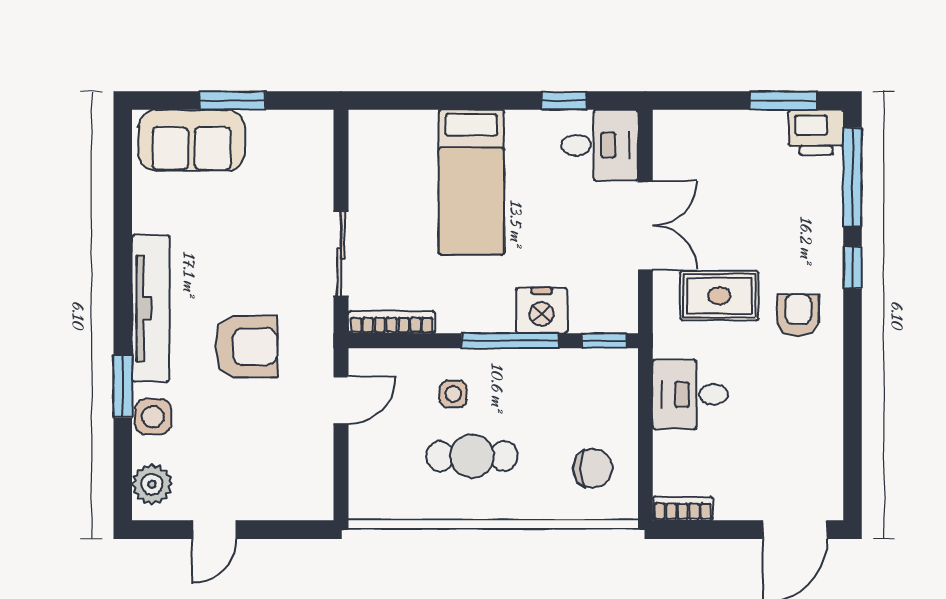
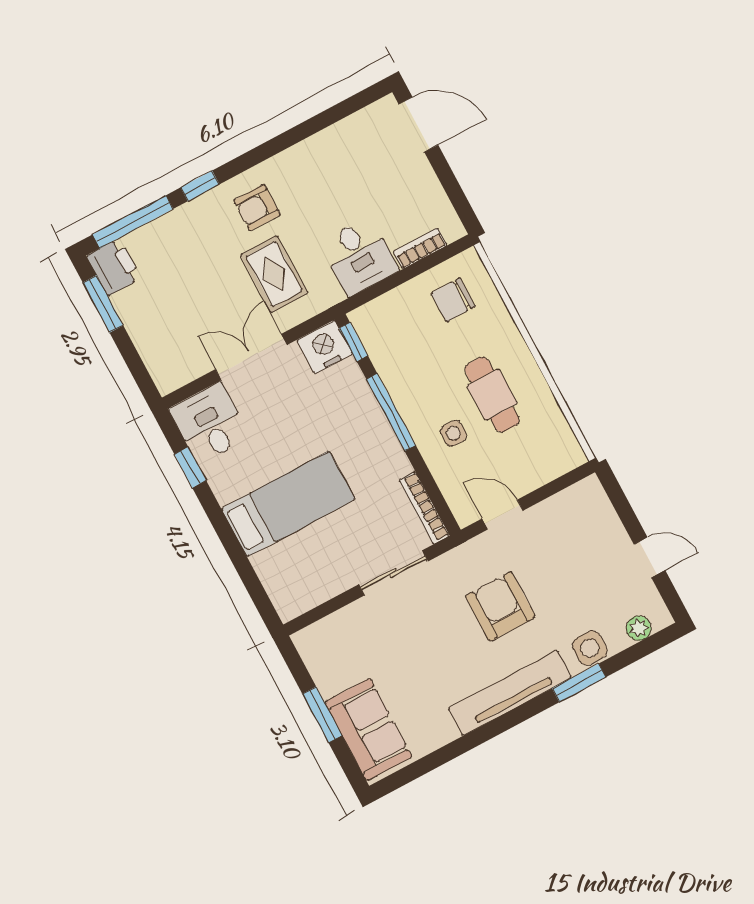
nightstand: (542, 310) -> (325, 347), moved, turned -90
chair: (593, 468) -> (453, 300), turned -90
plant: (152, 484) -> (639, 628), width x0.73, depth x0.73
bookcase: (683, 508) -> (420, 248), moved, turned 90

